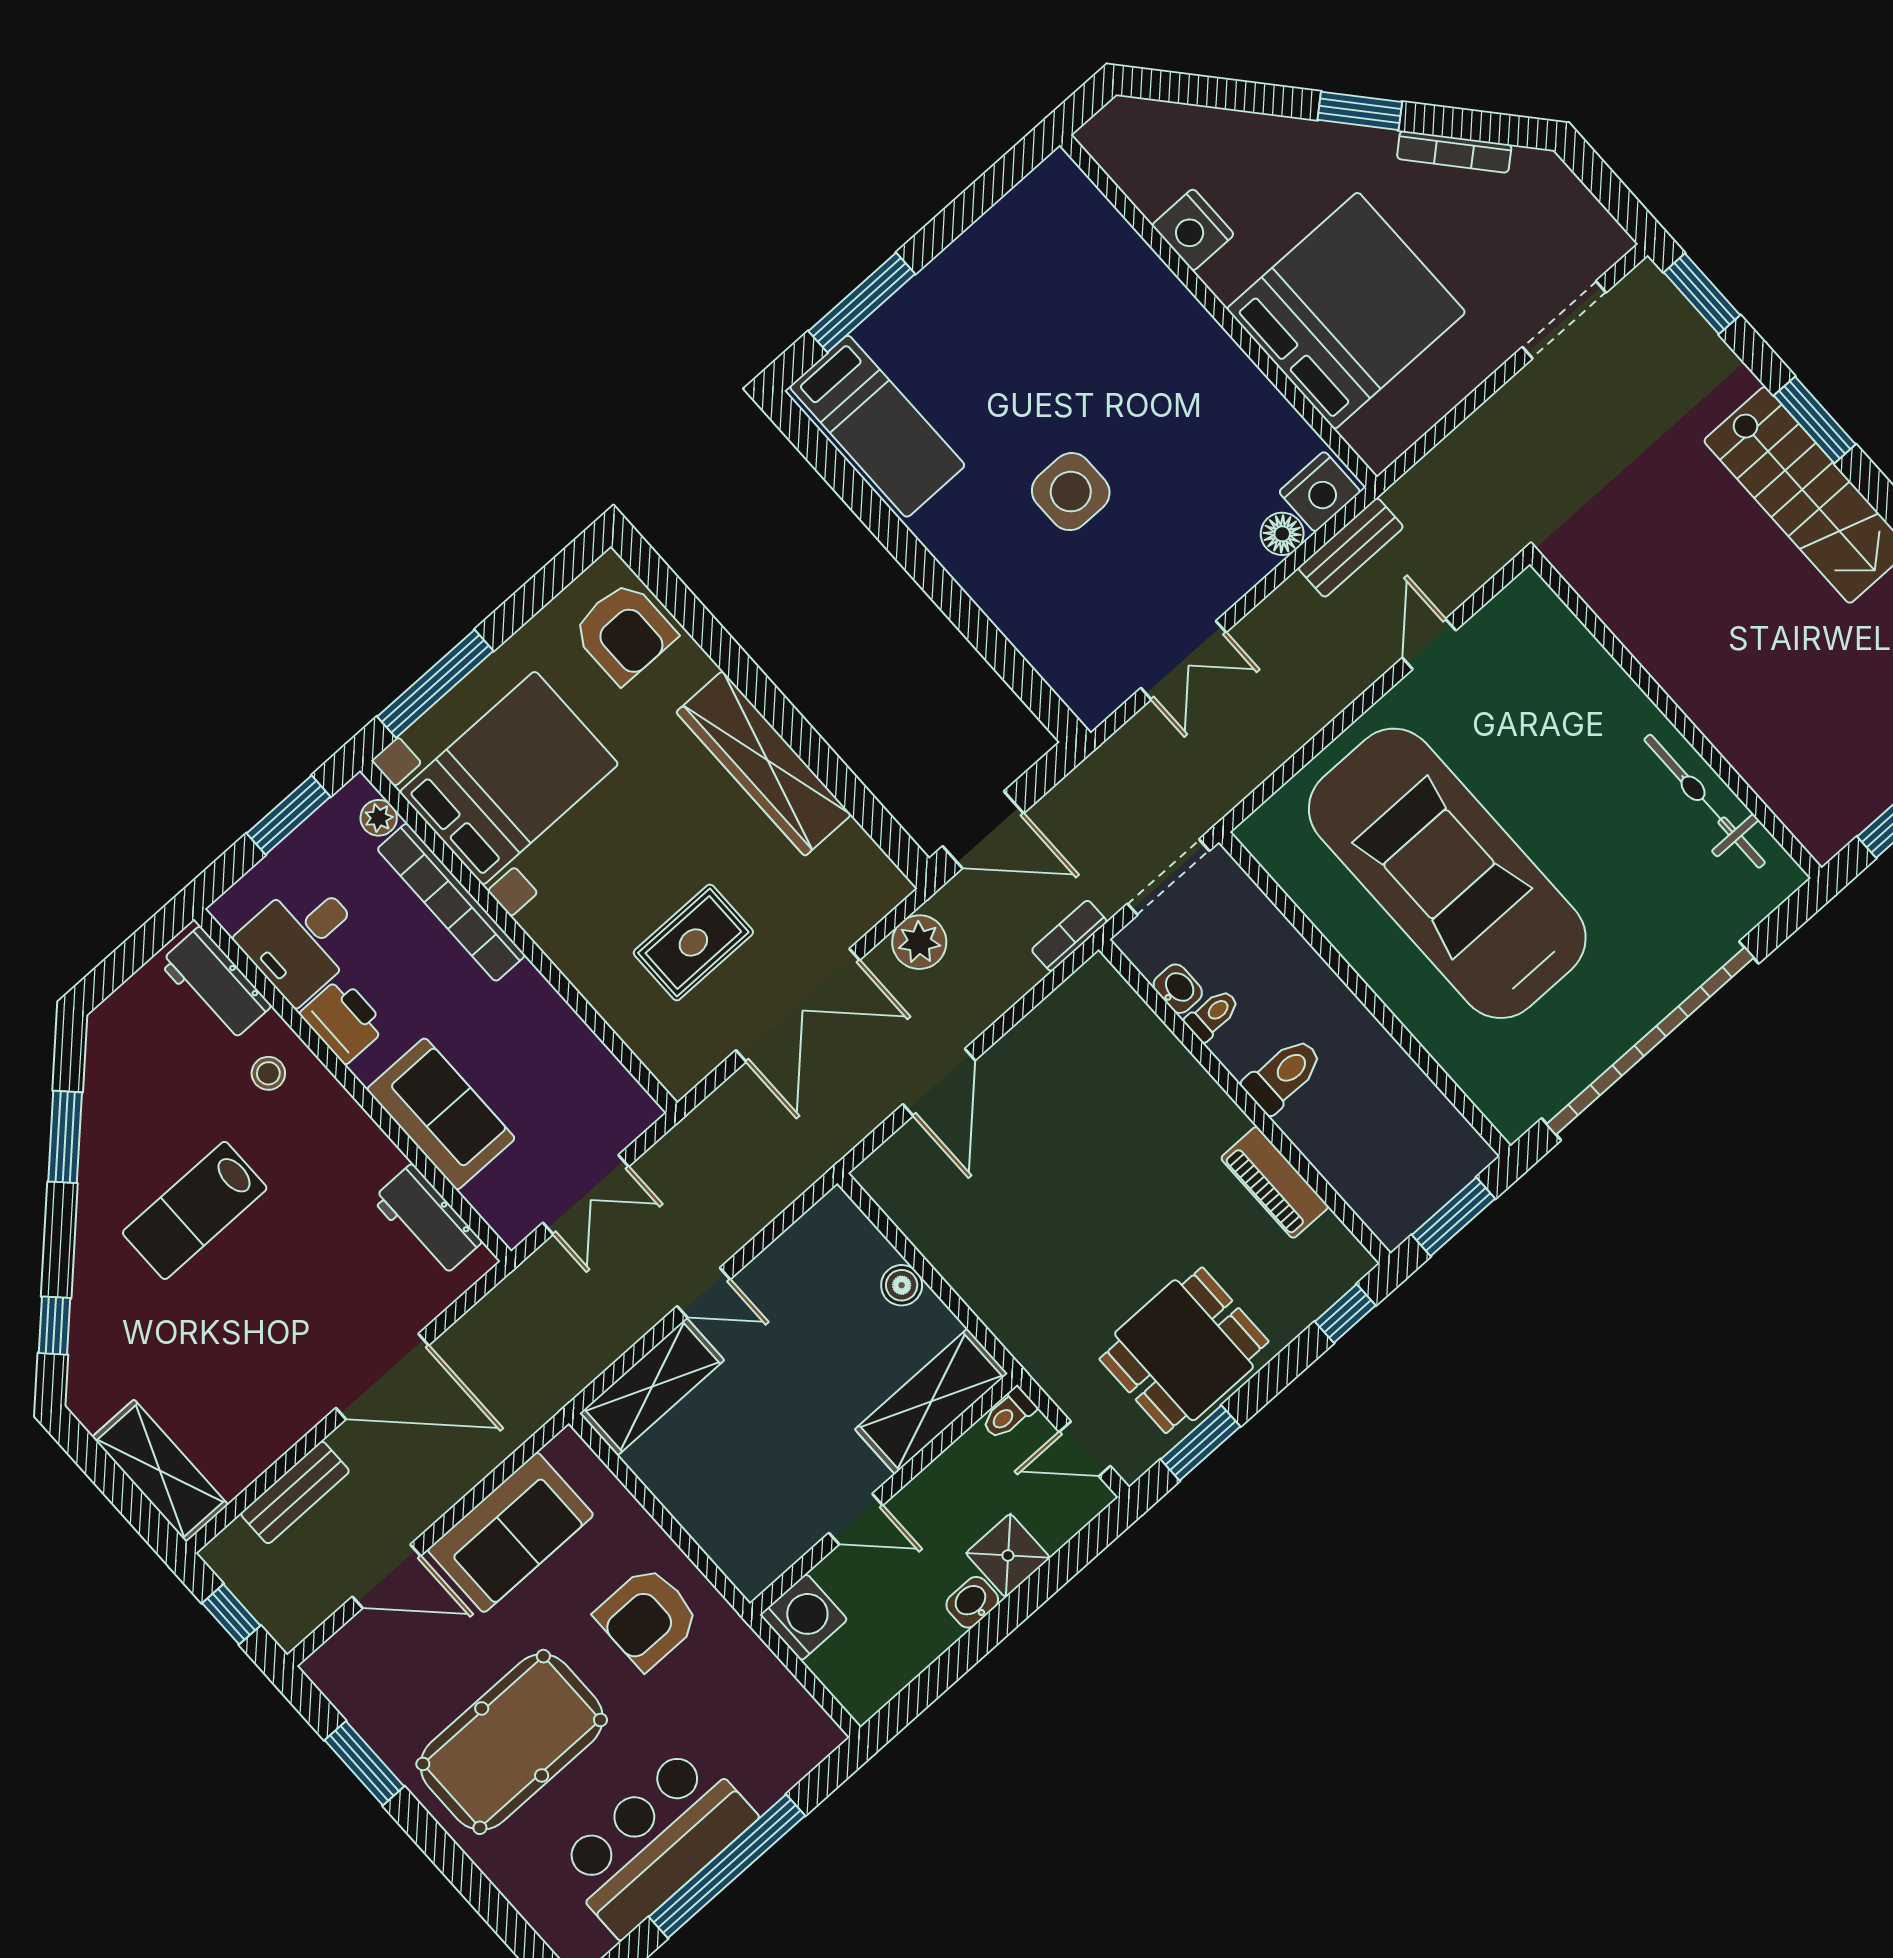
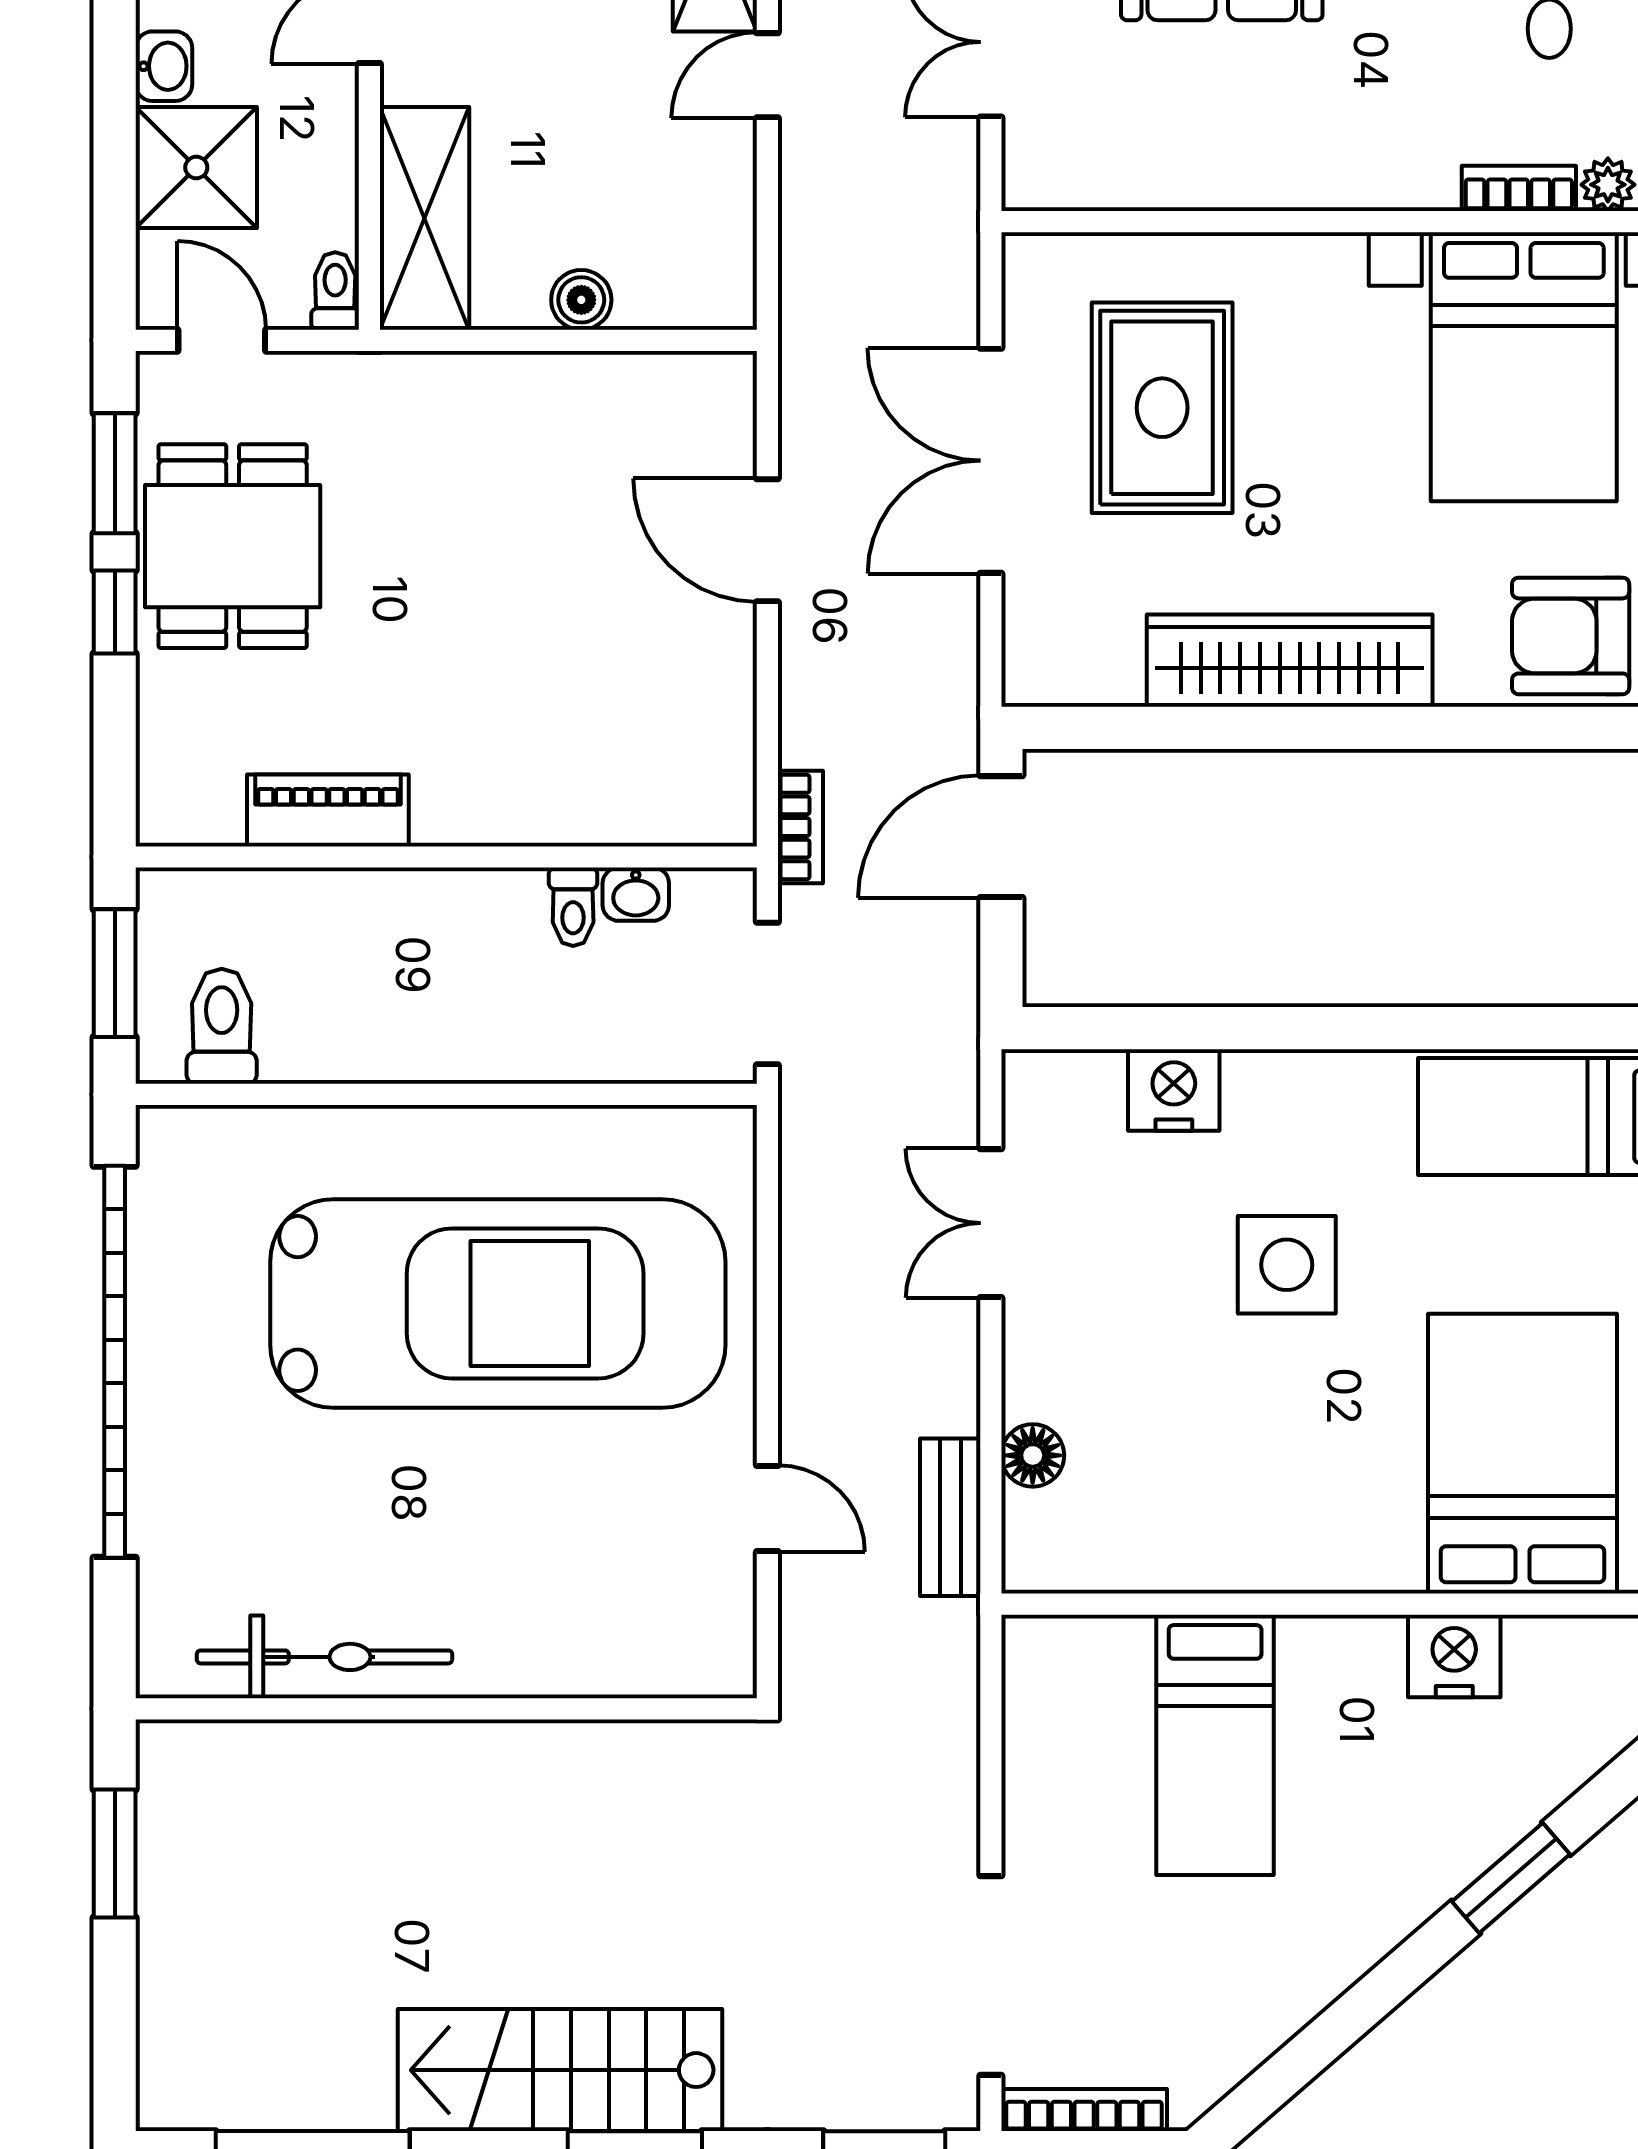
window: (1360, 111) -> (1511, 1878), moved
bookcase: (1454, 152) -> (1084, 2110), moved, turned 41
bed: (1060, 287) -> (1523, 1454), added
bed: (1346, 311) -> (1215, 1745), width x0.49
doorway: (1564, 320) -> (991, 1975), width x1.36
nightstand: (1320, 492) -> (1174, 1090), moved, turned 90
bookcase: (451, 902) -> (1519, 188), width x0.43, depth x0.76
rug: (693, 942) -> (1162, 408), width x1.36, depth x1.43
plant: (919, 942) -> (941, 656), removed
toilet: (1283, 1075) -> (222, 1026), moved, turned 180
window: (1345, 1314) -> (115, 612), moved
door: (1085, 1449) -> (222, 340), hinge flipped
shower: (1008, 1555) -> (196, 167), width x1.36, depth x1.36

